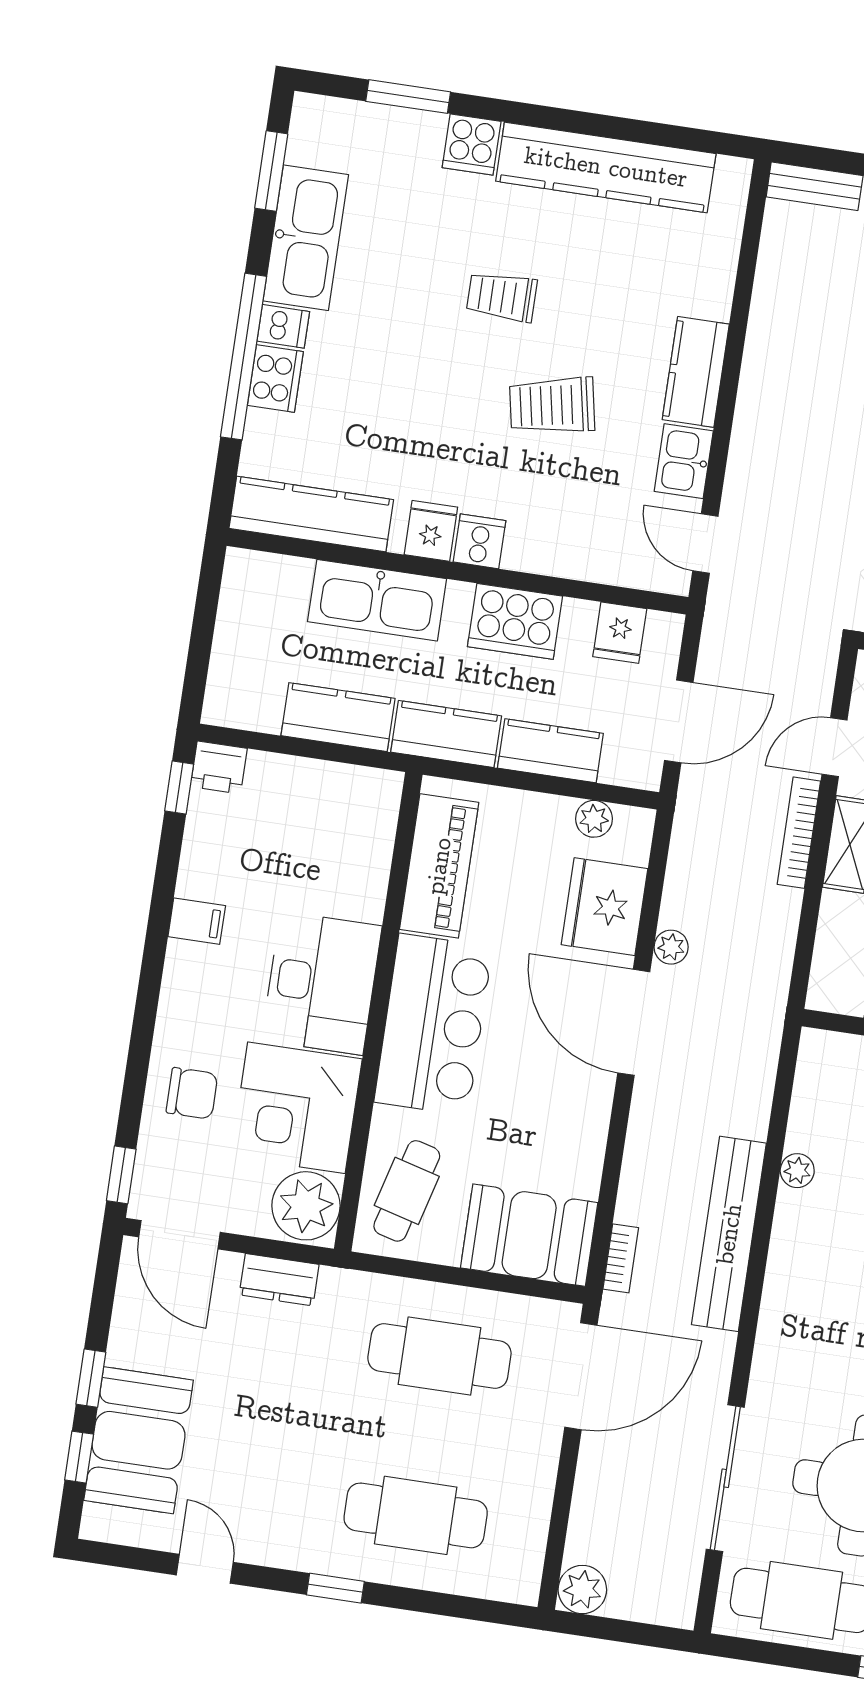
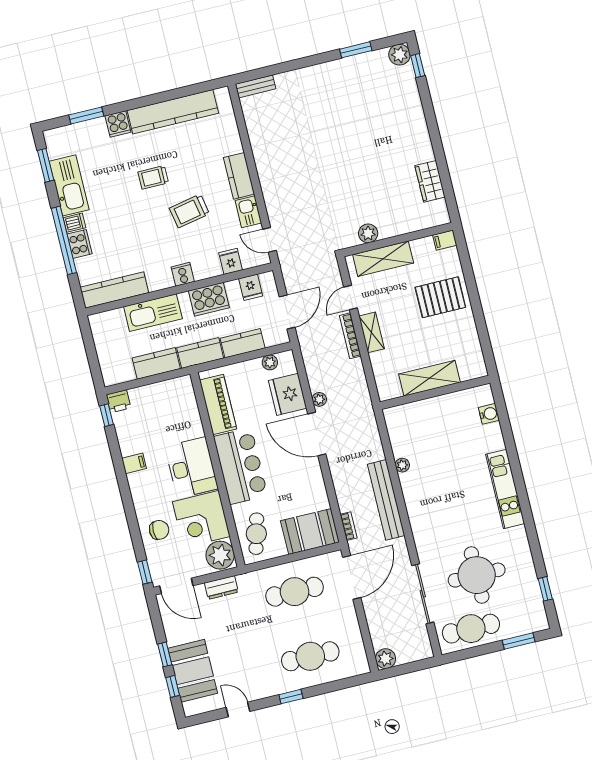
fridge: (431, 531) -> (231, 261), moved

